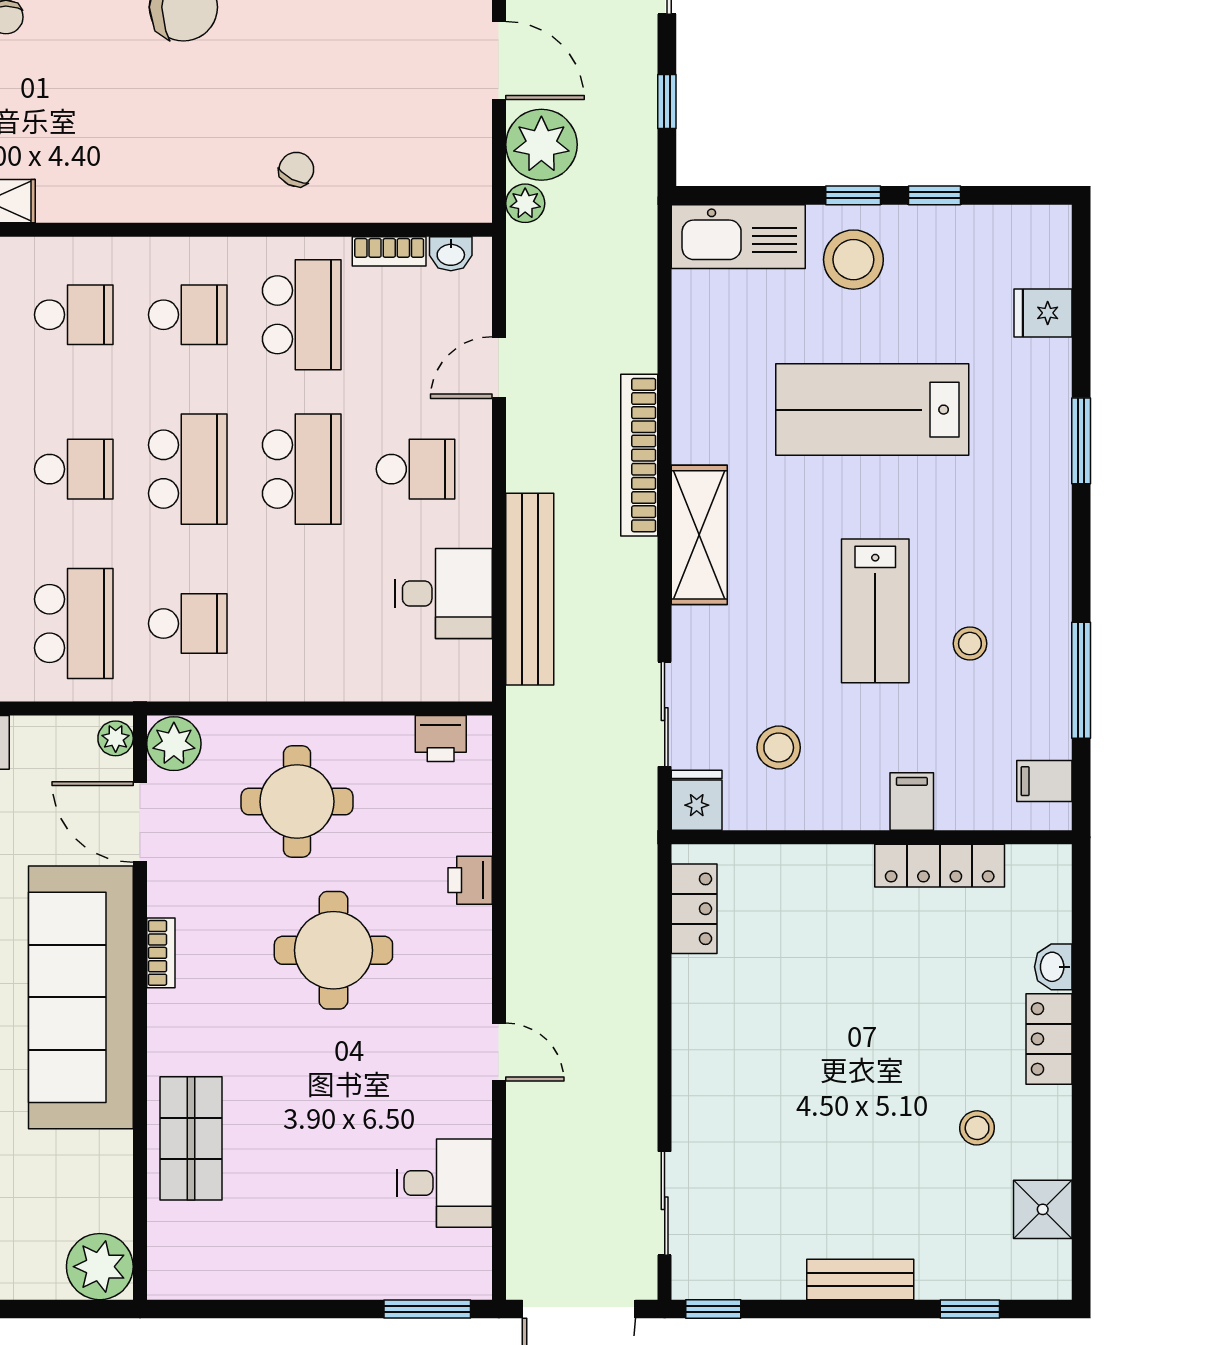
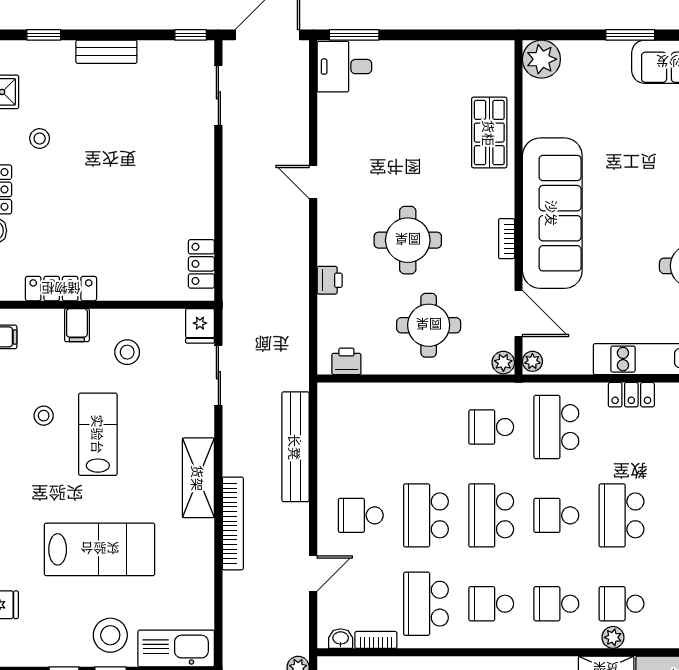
desk: (443, 594) -> (345, 444), removed
plant: (174, 744) -> (503, 363), width x0.73, depth x0.73
stool: (779, 748) -> (127, 352), moved
desk: (444, 1183) -> (344, 67), moved

